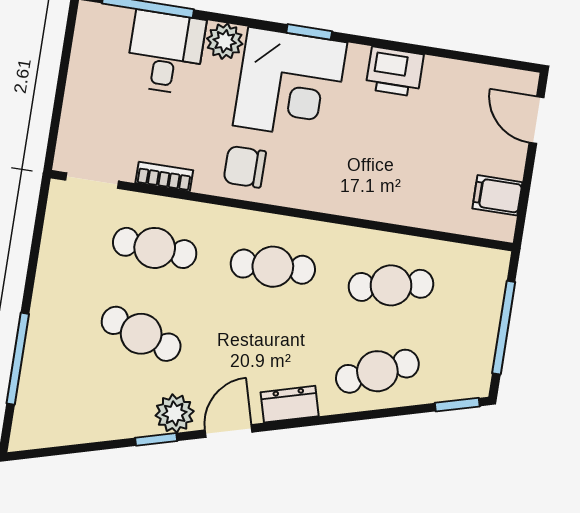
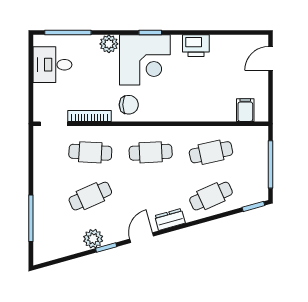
desk: (166, 52) -> (52, 65), moved, turned -90
door: (537, 120) -> (270, 58), hinge flipped
chair: (245, 167) -> (129, 105), turned 180
bookcase: (164, 177) -> (89, 116), width x1.56
filing cabinet: (497, 195) -> (245, 110), moved, turned 90
cafe table: (141, 334) -> (90, 196), turned -42
plant: (175, 413) -> (93, 239), moved

